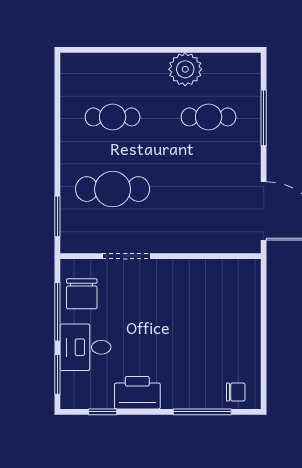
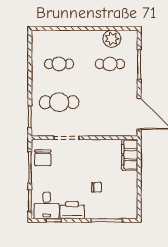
plant: (185, 69) -> (112, 39), moved
filing cabinet: (246, 288) -> (130, 155), added
desk: (86, 347) -> (47, 205), moved, turned -90
chair: (236, 392) -> (96, 187), moved

